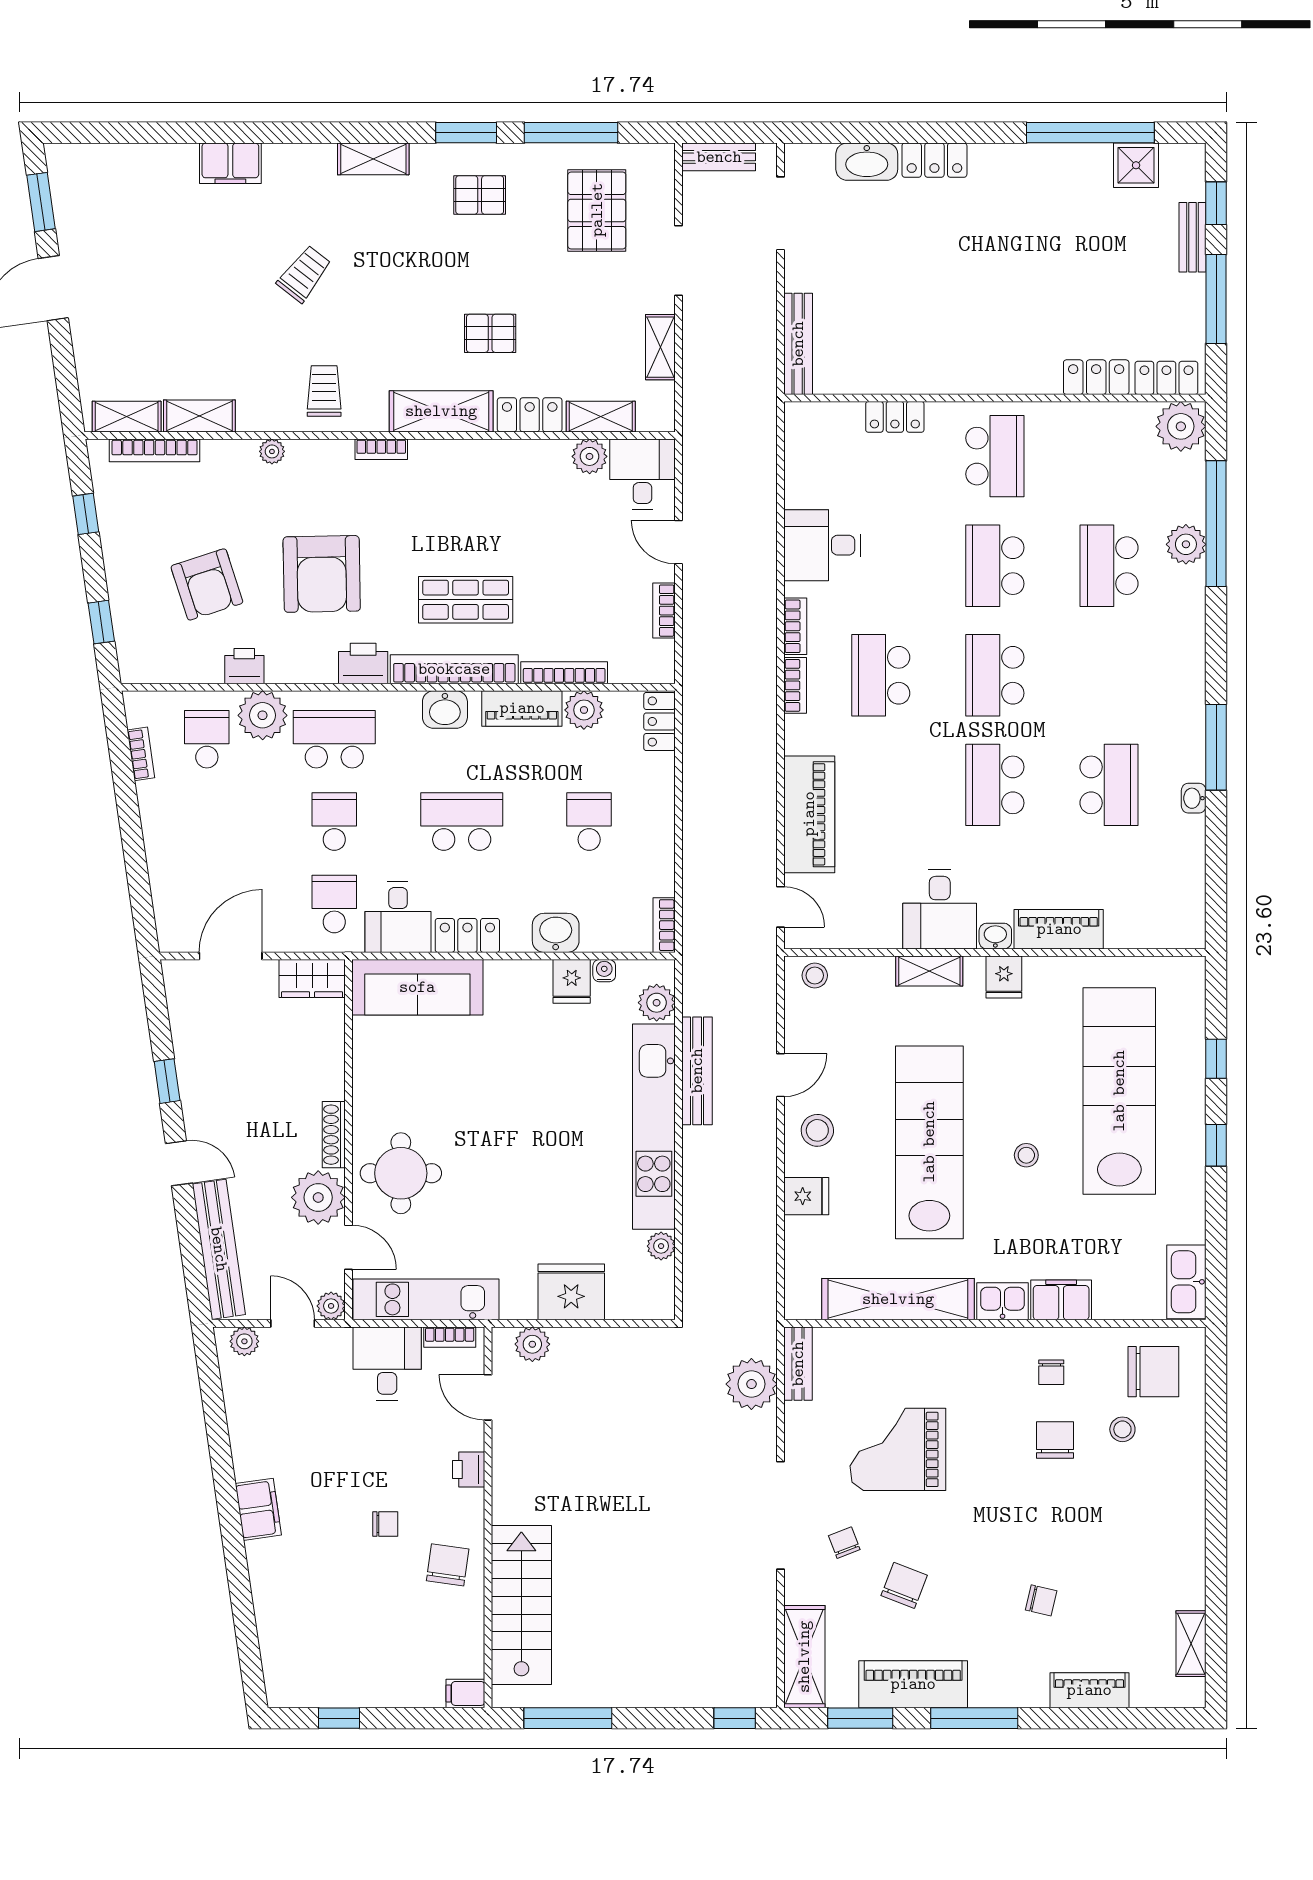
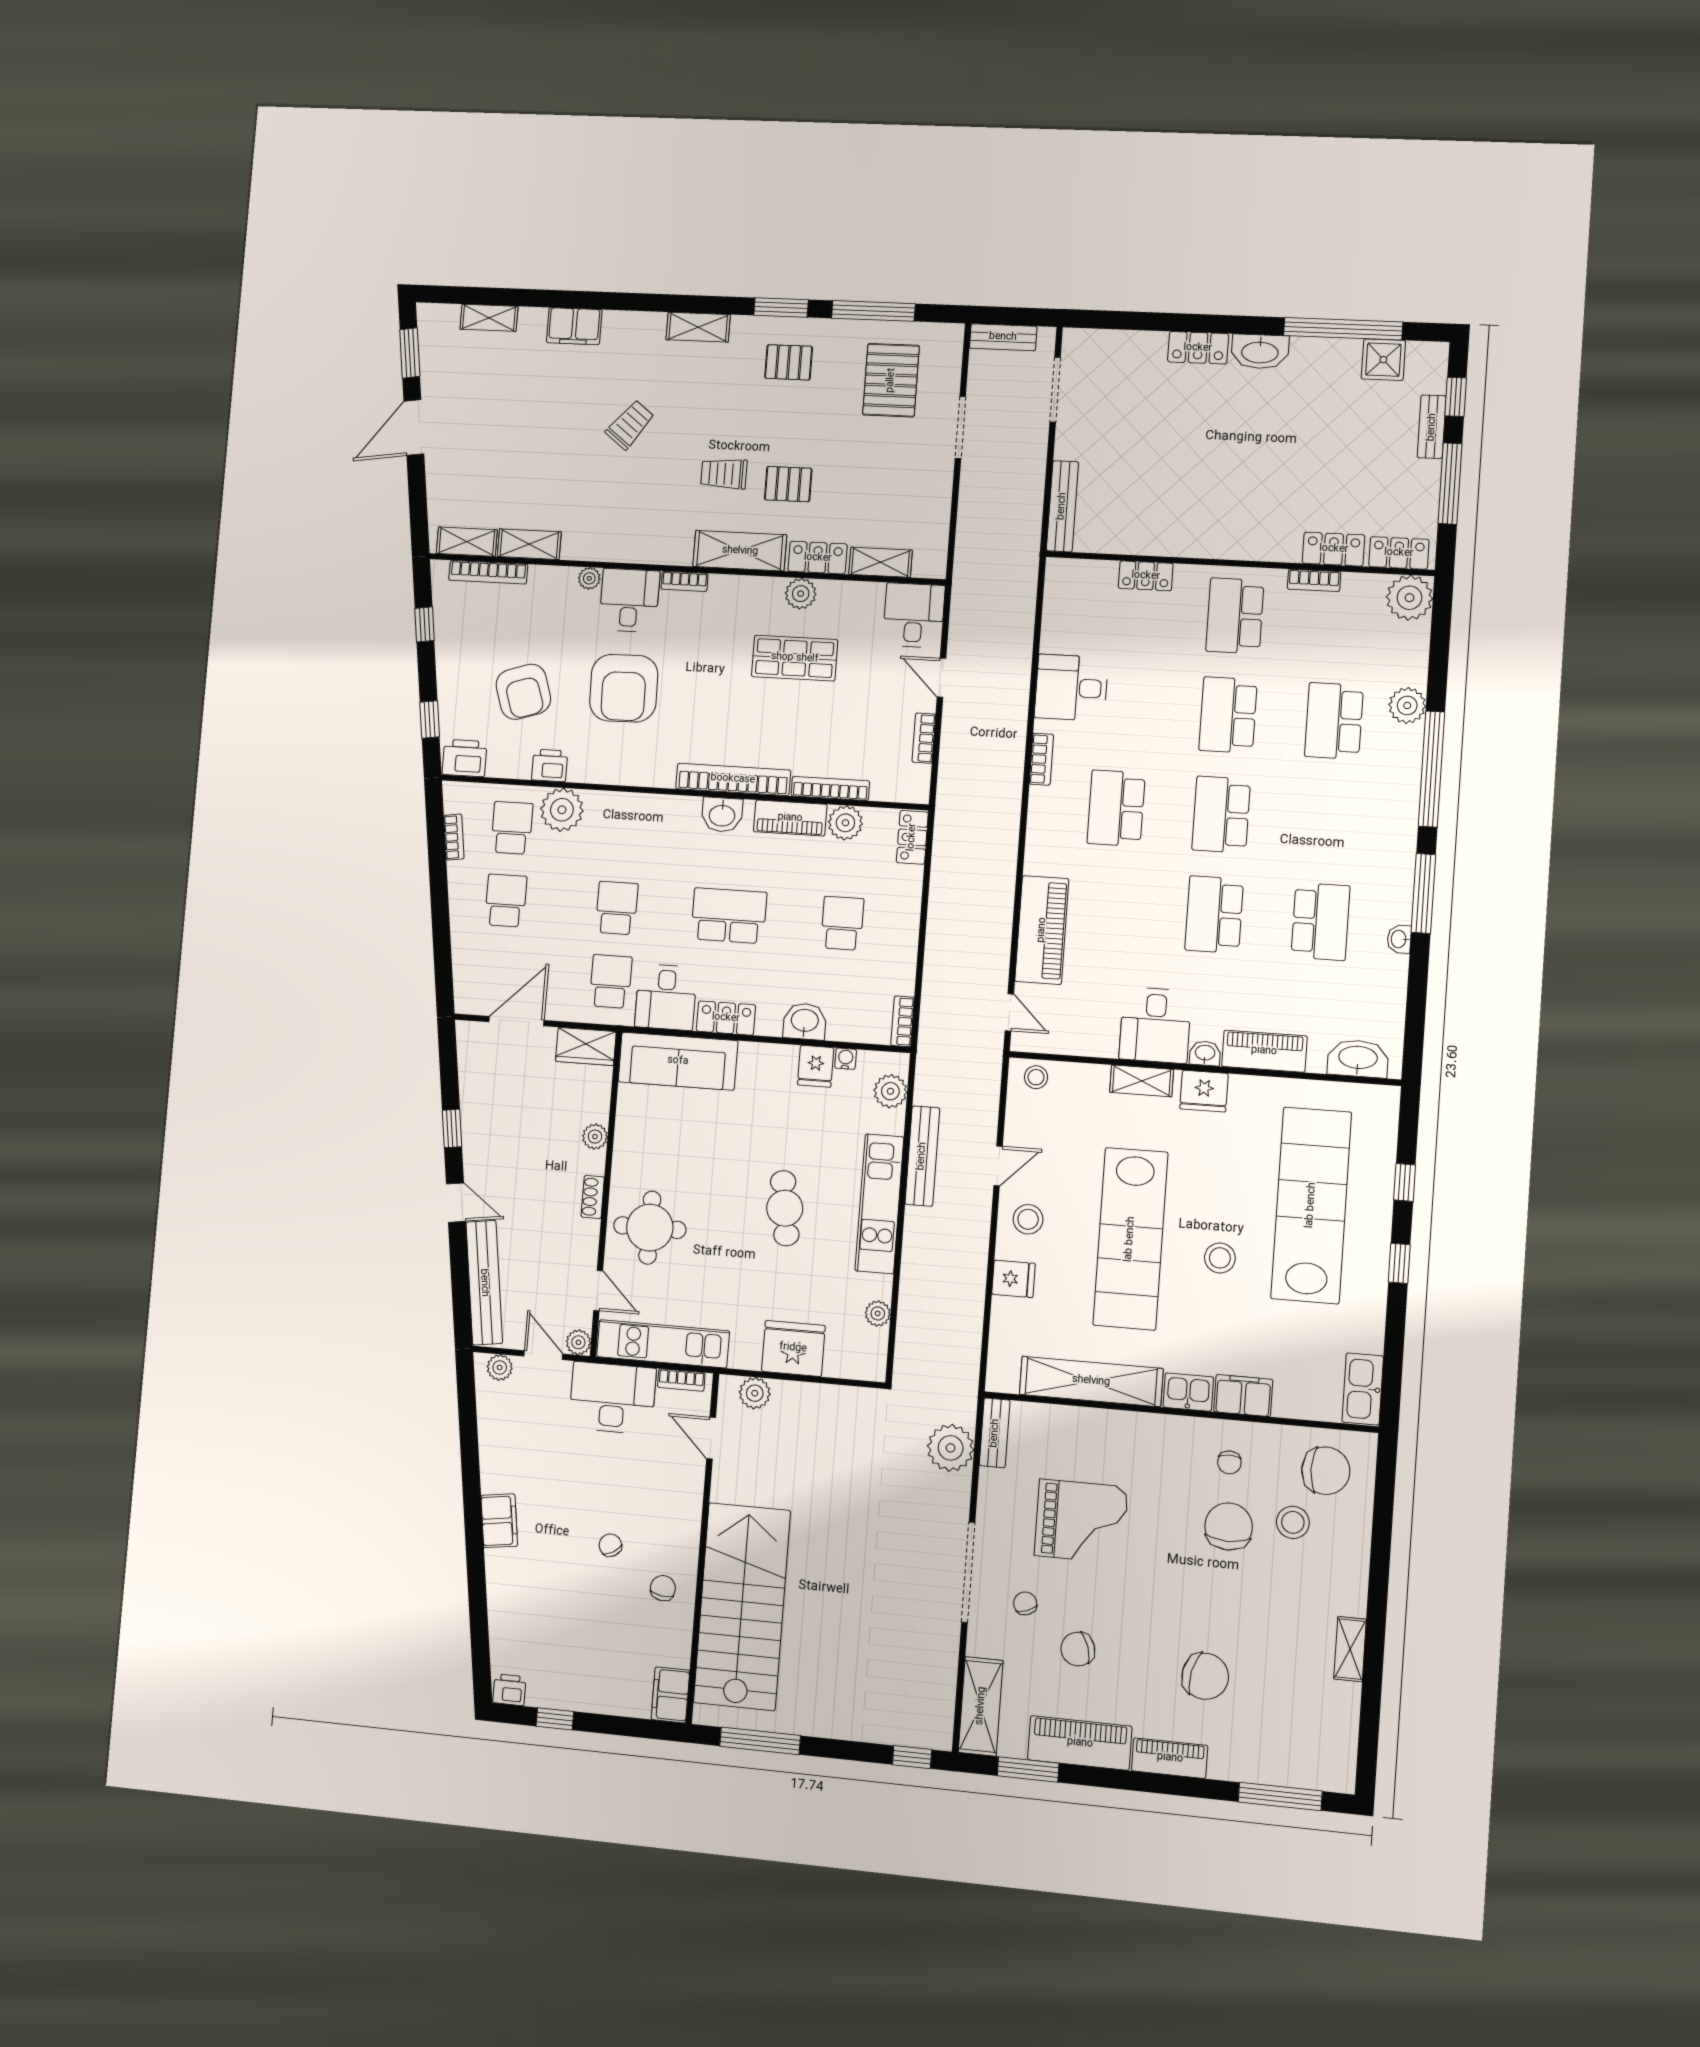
washbasin: (867, 162) -> (1260, 352), moved
shelving: (660, 347) -> (489, 318), moved, turned 90
trolley: (324, 391) -> (724, 474), moved, turned -90
plant: (590, 456) -> (801, 594), moved
school desk: (995, 456) -> (1235, 616), turned 180
desk: (320, 474) -> (629, 600), added
window: (1216, 524) -> (1431, 769), moved
shop shelf: (466, 600) -> (795, 658), moved
printer: (363, 663) -> (465, 758), moved
bookcase: (795, 685) -> (1314, 580), moved, turned 90
school desk: (334, 739) -> (506, 901), moved, width x0.54
washbasin: (1158, 930) -> (1358, 1058), added
fridge: (1004, 977) -> (1204, 1091), width x1.38
kitchen unit: (654, 1127) -> (879, 1204), width x0.73
shoe rack: (334, 1135) -> (593, 1197), width x0.70
cafe table: (550, 1140) -> (785, 1208), added
lab bench: (929, 1142) -> (1130, 1239), turned 180
stool: (1026, 1155) -> (1220, 1258), width x1.37, depth x1.37
plant: (318, 1197) -> (595, 1137), moved, width x0.53, depth x0.53
desk: (387, 1364) -> (612, 1398), width x1.37
stool: (1122, 1429) -> (1293, 1522), width x1.37, depth x1.37
chair: (1055, 1440) -> (1229, 1526), width x1.37, depth x1.37
grand piano: (898, 1449) -> (1081, 1521), turned 180
printer: (469, 1470) -> (509, 1690), moved, turned 90
chair: (385, 1524) -> (610, 1545), turned -121
chair: (448, 1565) -> (663, 1588), width x0.73, depth x0.73
chair: (904, 1585) -> (1078, 1649), turned -129
chair: (1041, 1600) -> (1205, 1676), width x1.87, depth x1.87
stairs: (521, 1605) -> (742, 1606), width x1.36, depth x1.51
shelving: (1191, 1644) -> (1350, 1649), moved
piano: (1089, 1690) -> (1170, 1758), moved
filing cabinet: (465, 1693) -> (670, 1695), width x2.00
window: (974, 1718) -> (1280, 1797), moved

